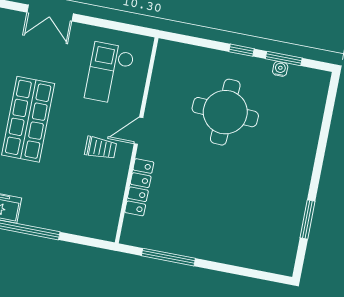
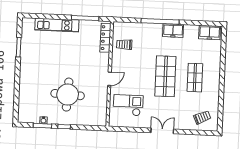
checkout: (110, 73) -> (128, 105), turned -90
trolley: (101, 148) -> (124, 44), moved
locker: (139, 187) -> (105, 38), moved
kitchen unit: (226, 252) -> (57, 25), added

